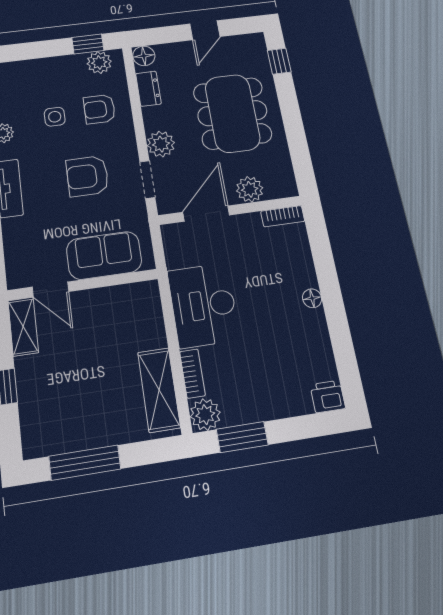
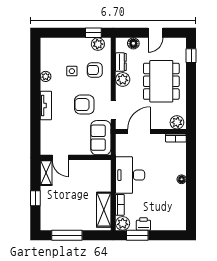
floor lamp: (144, 56) -> (133, 43), moved
plant: (161, 144) -> (123, 79), moved
plant: (250, 189) -> (177, 122), moved
sofa: (104, 255) -> (101, 138), moved, turned -90
printer: (328, 396) -> (143, 224), moved

